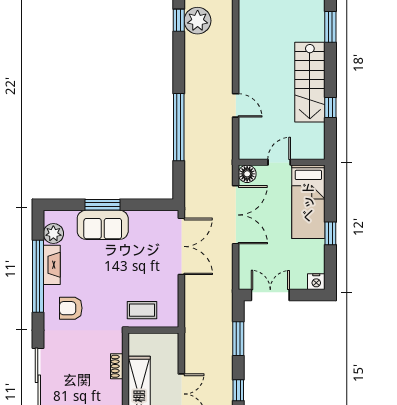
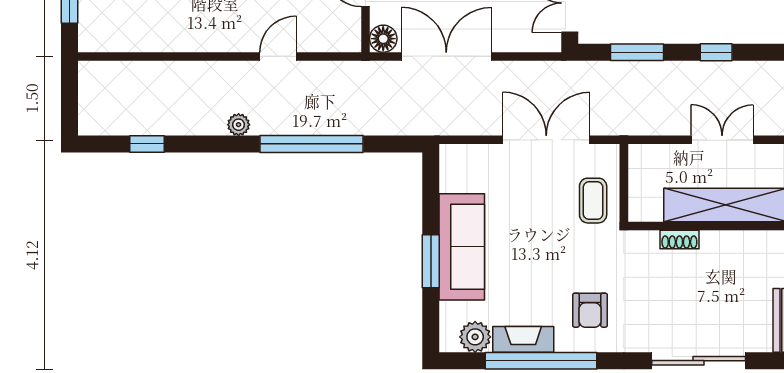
plant: (198, 21) -> (239, 125), moved, width x0.53, depth x0.53
sofa: (103, 225) -> (462, 247), width x1.36
double door: (181, 246) -> (546, 140), moved

